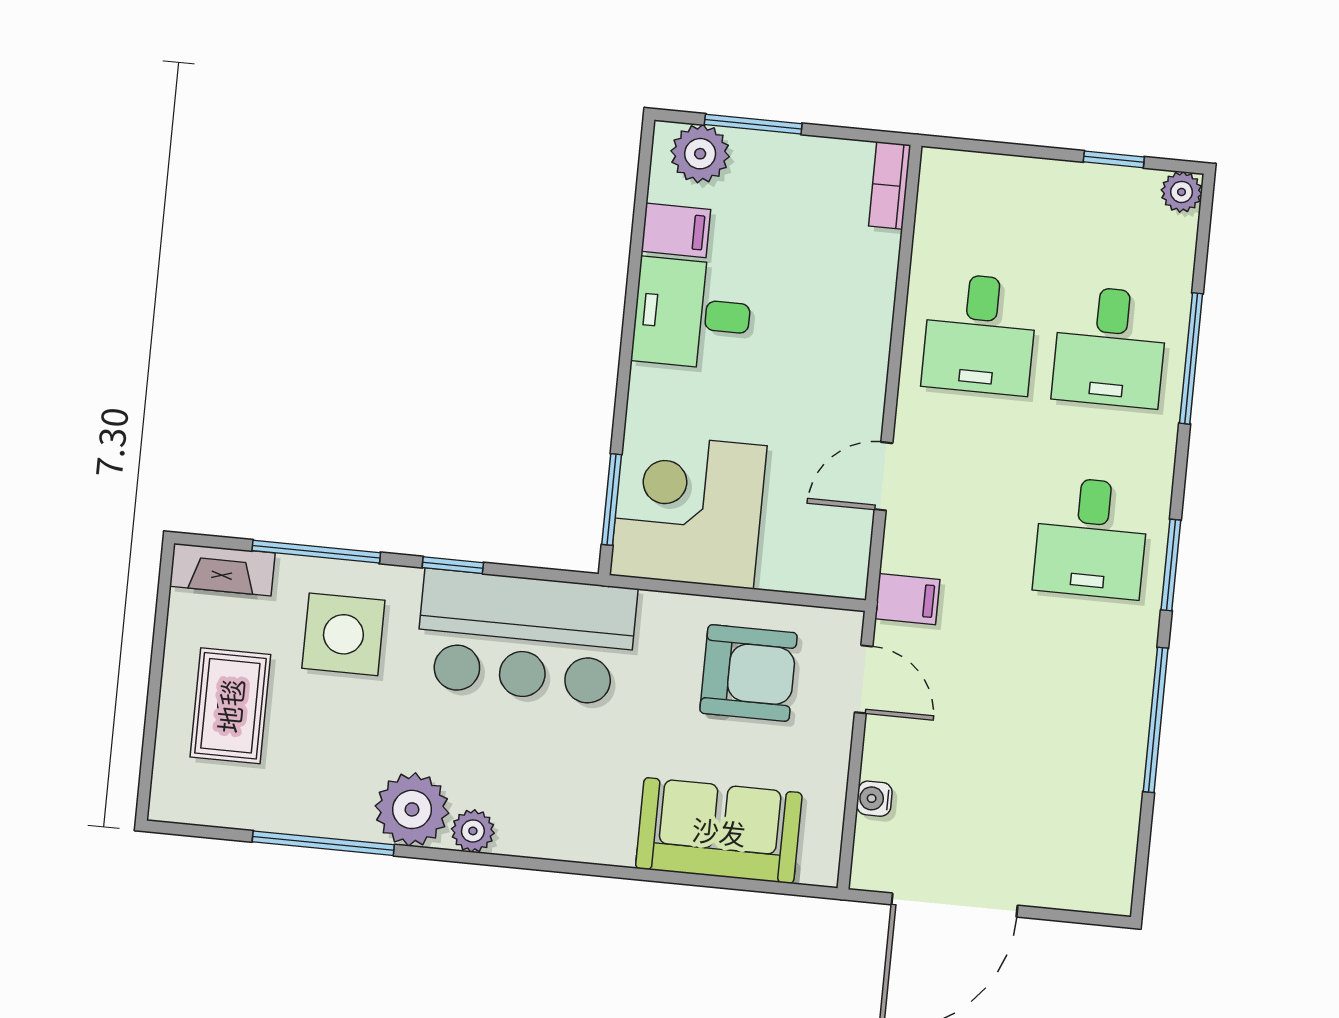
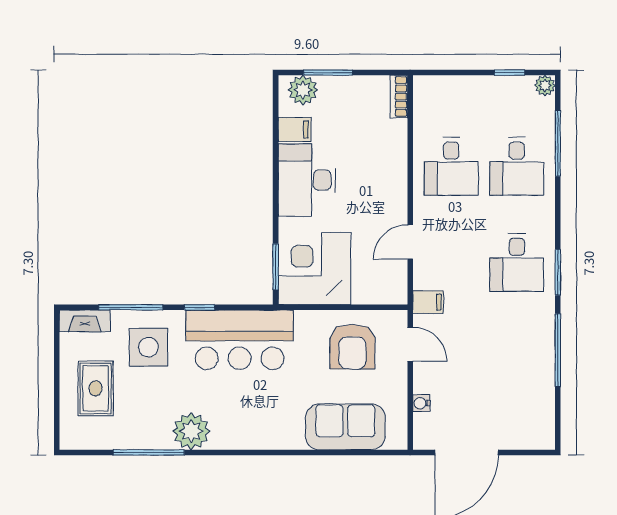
desk: (692, 314) -> (307, 180), width x1.37
window: (1191, 358) -> (558, 143), moved
armchair: (749, 673) -> (352, 347), turned 90
plant: (473, 831) -> (223, 439), removed

